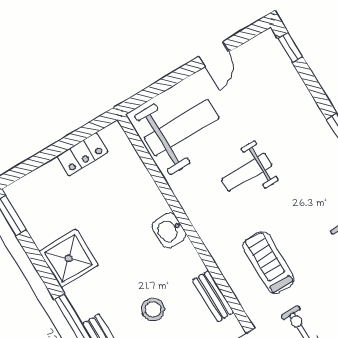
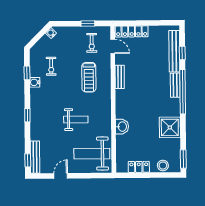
bench: (280, 61) -> (35, 157), added
washbasin: (169, 230) -> (122, 127), moved
stool: (153, 309) -> (163, 166), moved

